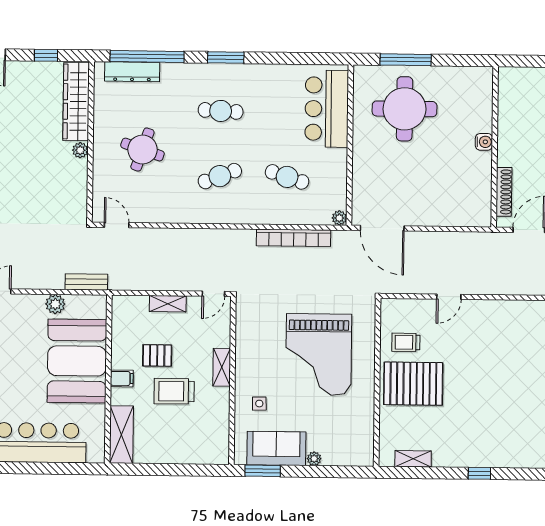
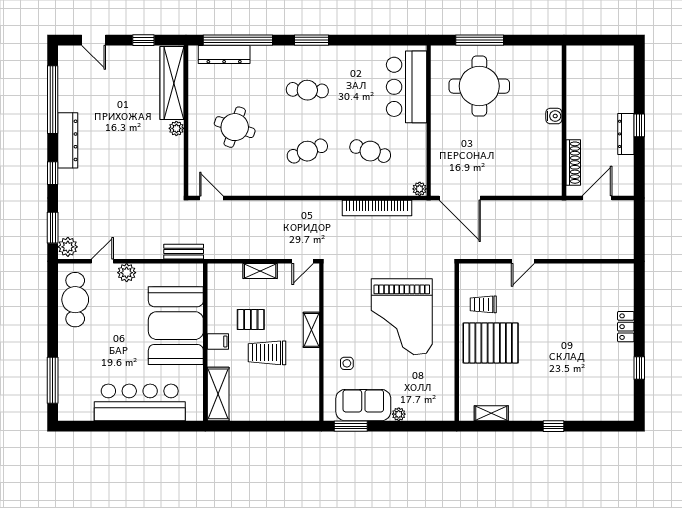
plant: (55, 304) -> (127, 273), moved

